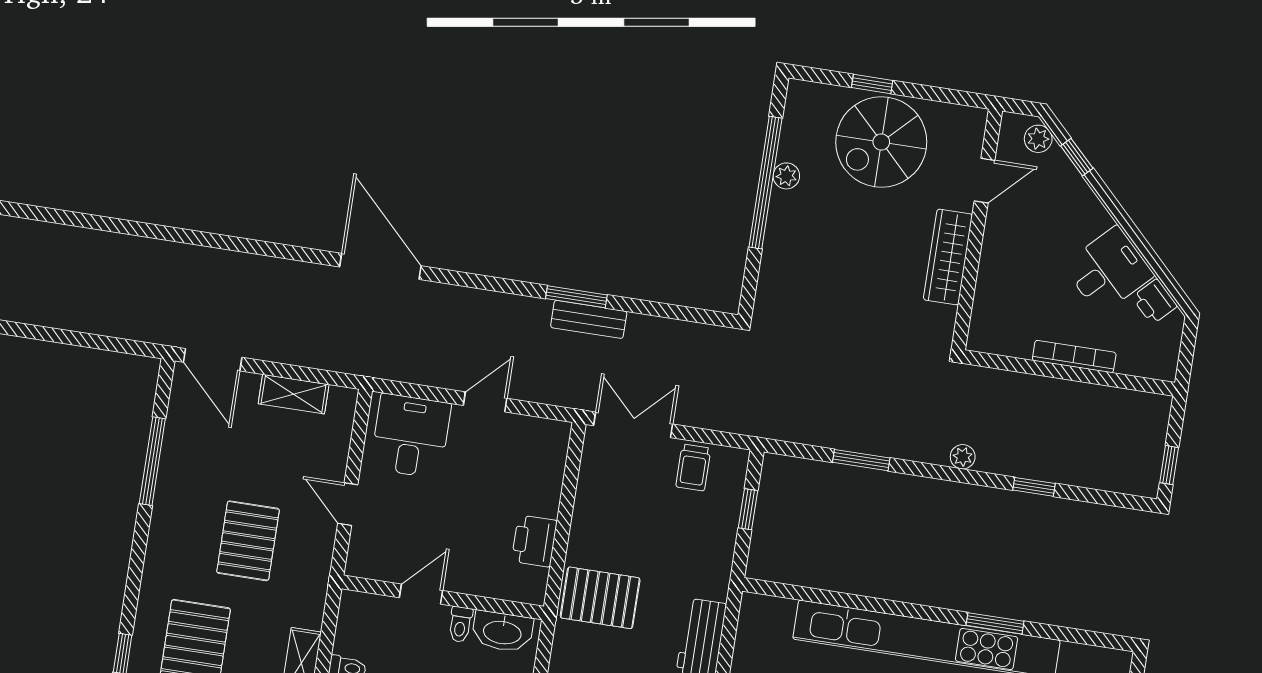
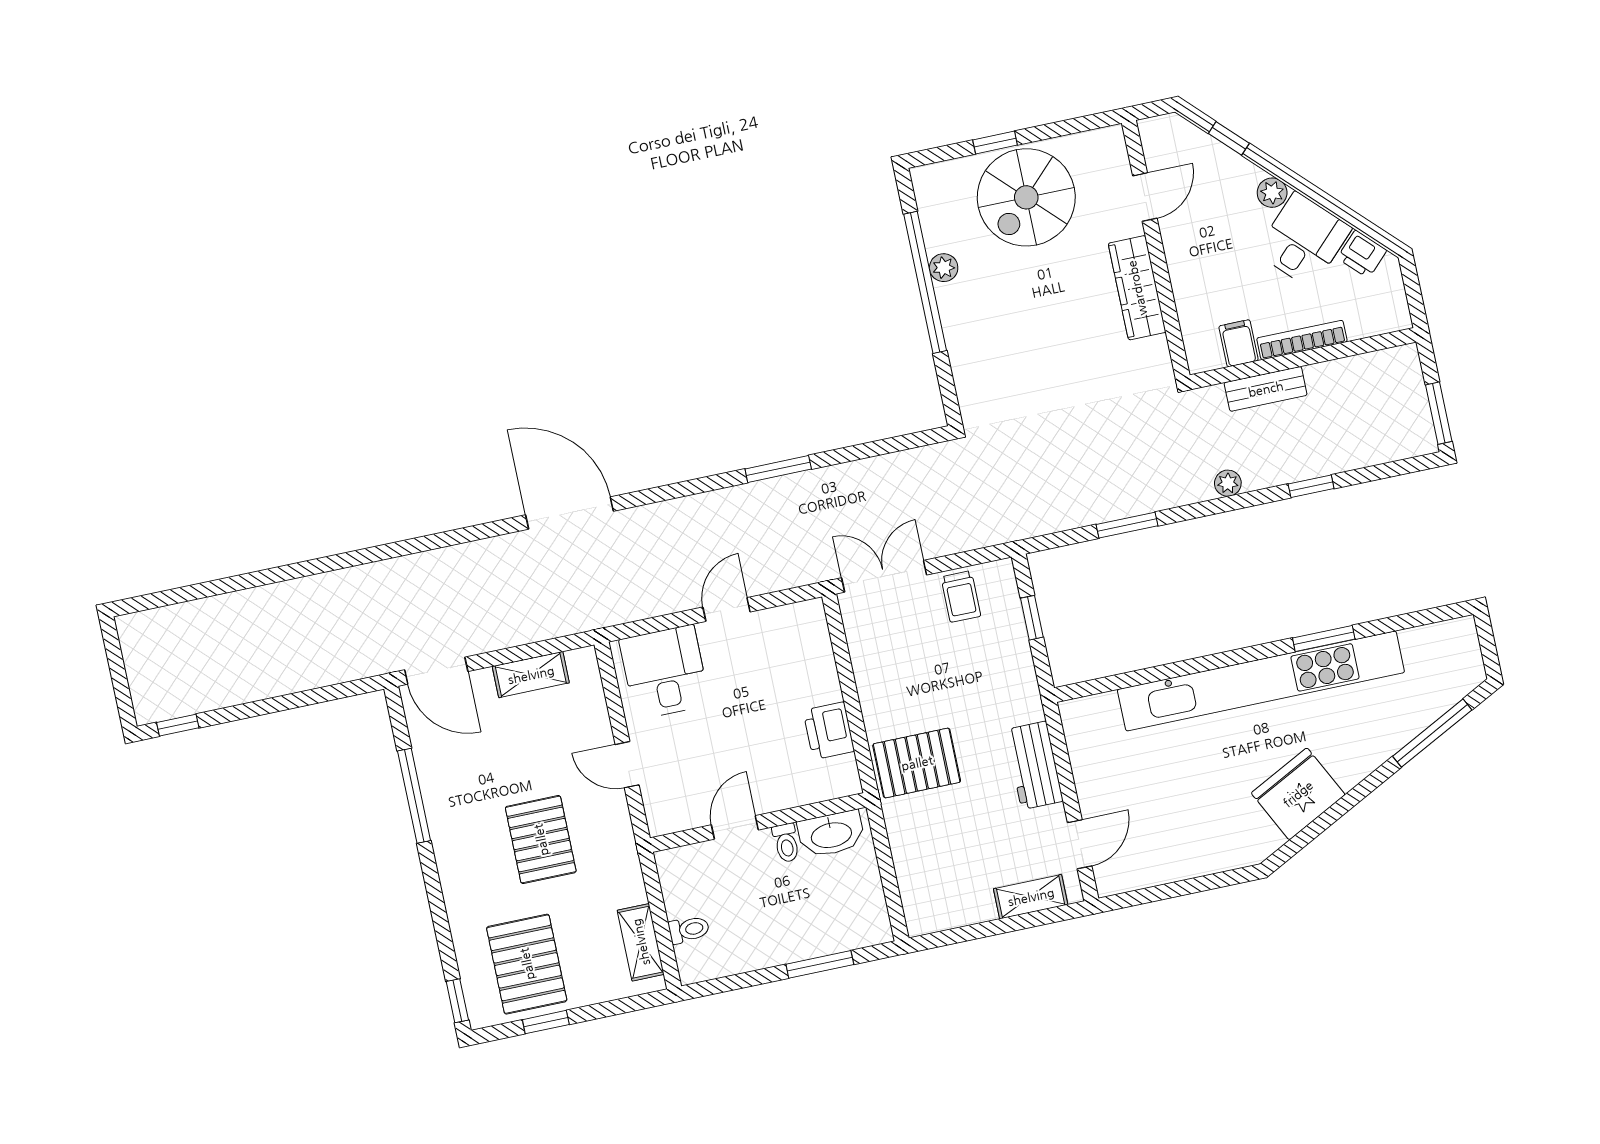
plant: (1038, 139) -> (1272, 193), moved
bench: (589, 319) -> (1266, 389), moved
filing cabinet: (1018, 339) -> (1239, 343), added
window: (1169, 465) -> (1439, 413), width x1.50

